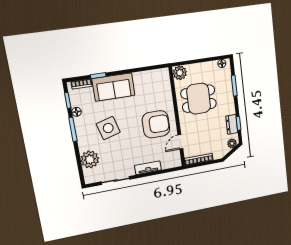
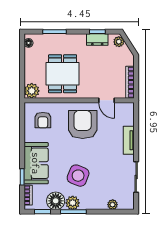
armchair: (155, 87) -> (43, 120), added
floor lamp: (77, 112) -> (56, 201), width x1.89, depth x1.89
plant: (82, 127) -> (73, 203), added
side table: (108, 128) -> (78, 176), turned 38
plant: (90, 159) -> (113, 205), width x0.53, depth x0.53

